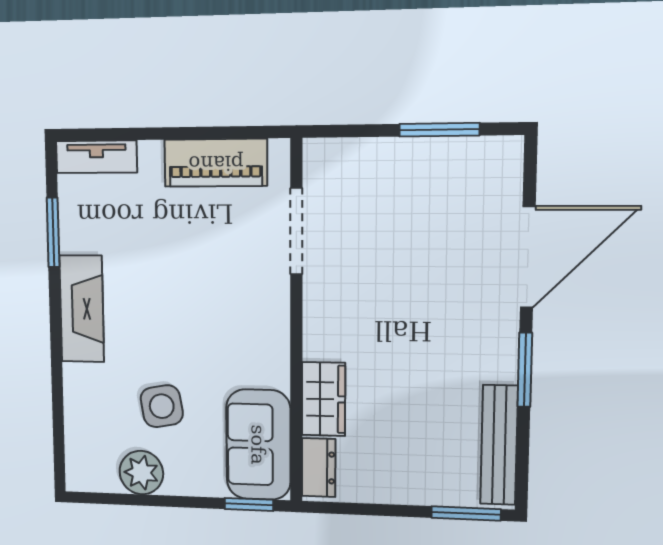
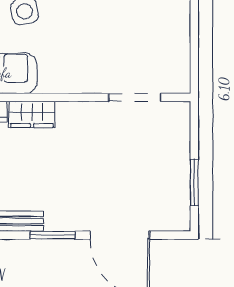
piano: (216, 163) -> (176, 48), removed

